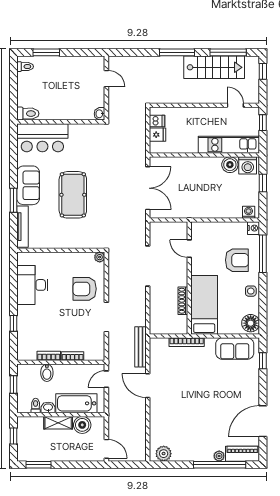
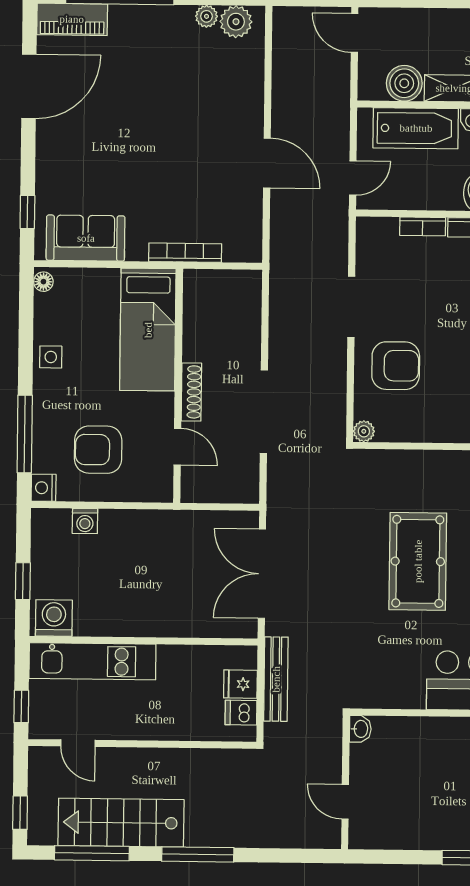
boiler: (230, 165) -> (91, 620), removed
washing machine: (249, 212) -> (85, 521), moved
armchair: (237, 260) -> (98, 450), moved
shoe rack: (183, 301) -> (191, 392), moved
floor lamp: (251, 323) -> (43, 282), width x0.53, depth x0.53
bench: (141, 347) -> (276, 679), moved
plant: (219, 456) -> (207, 16), moved

